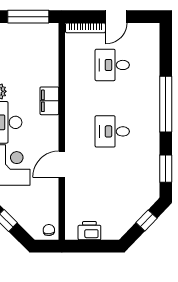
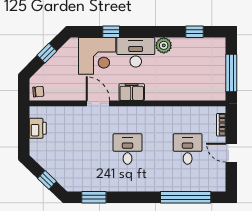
bookcase: (85, 28) -> (221, 125), width x0.64
filing cabinet: (49, 101) -> (132, 92), moved
window: (166, 104) -> (186, 197), moved

